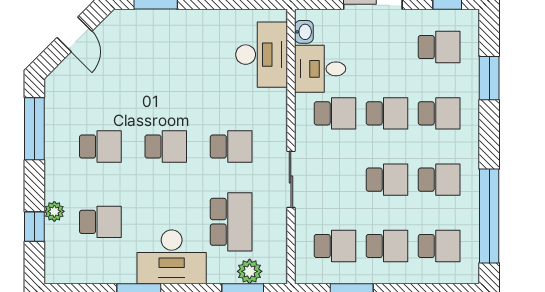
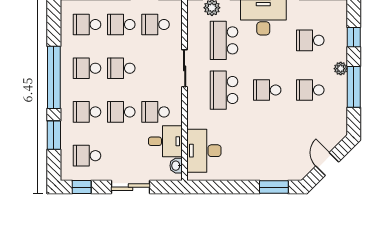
window: (34, 129) -> (354, 87), moved
school desk: (231, 146) -> (224, 90), width x1.85
plant: (54, 211) -> (341, 69), moved
window: (489, 216) -> (54, 77), moved

